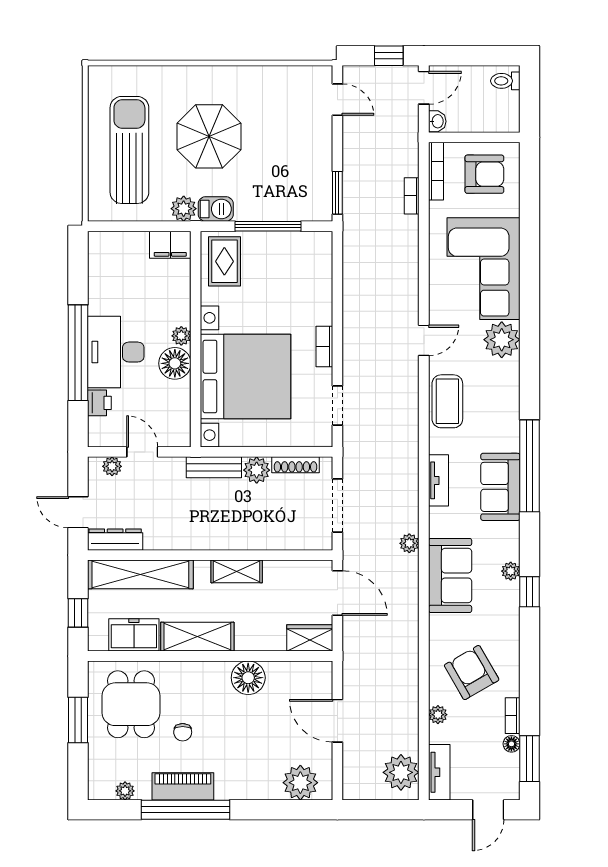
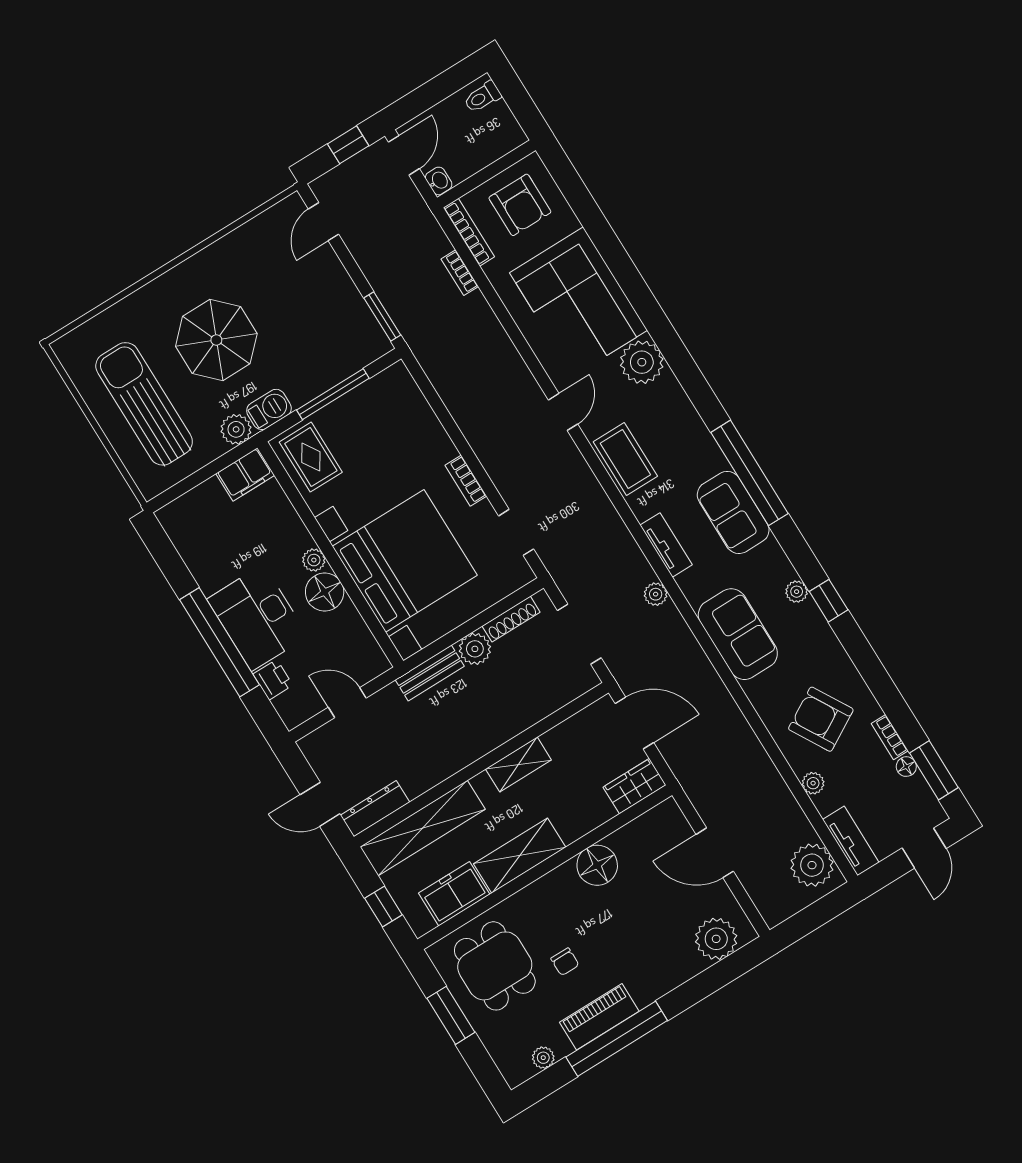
door: (337, 100) -> (324, 222), swing flipped
armchair: (484, 174) -> (520, 205), turned 90
plant: (112, 466) -> (326, 736), removed
plant: (409, 543) -> (656, 594), moved

